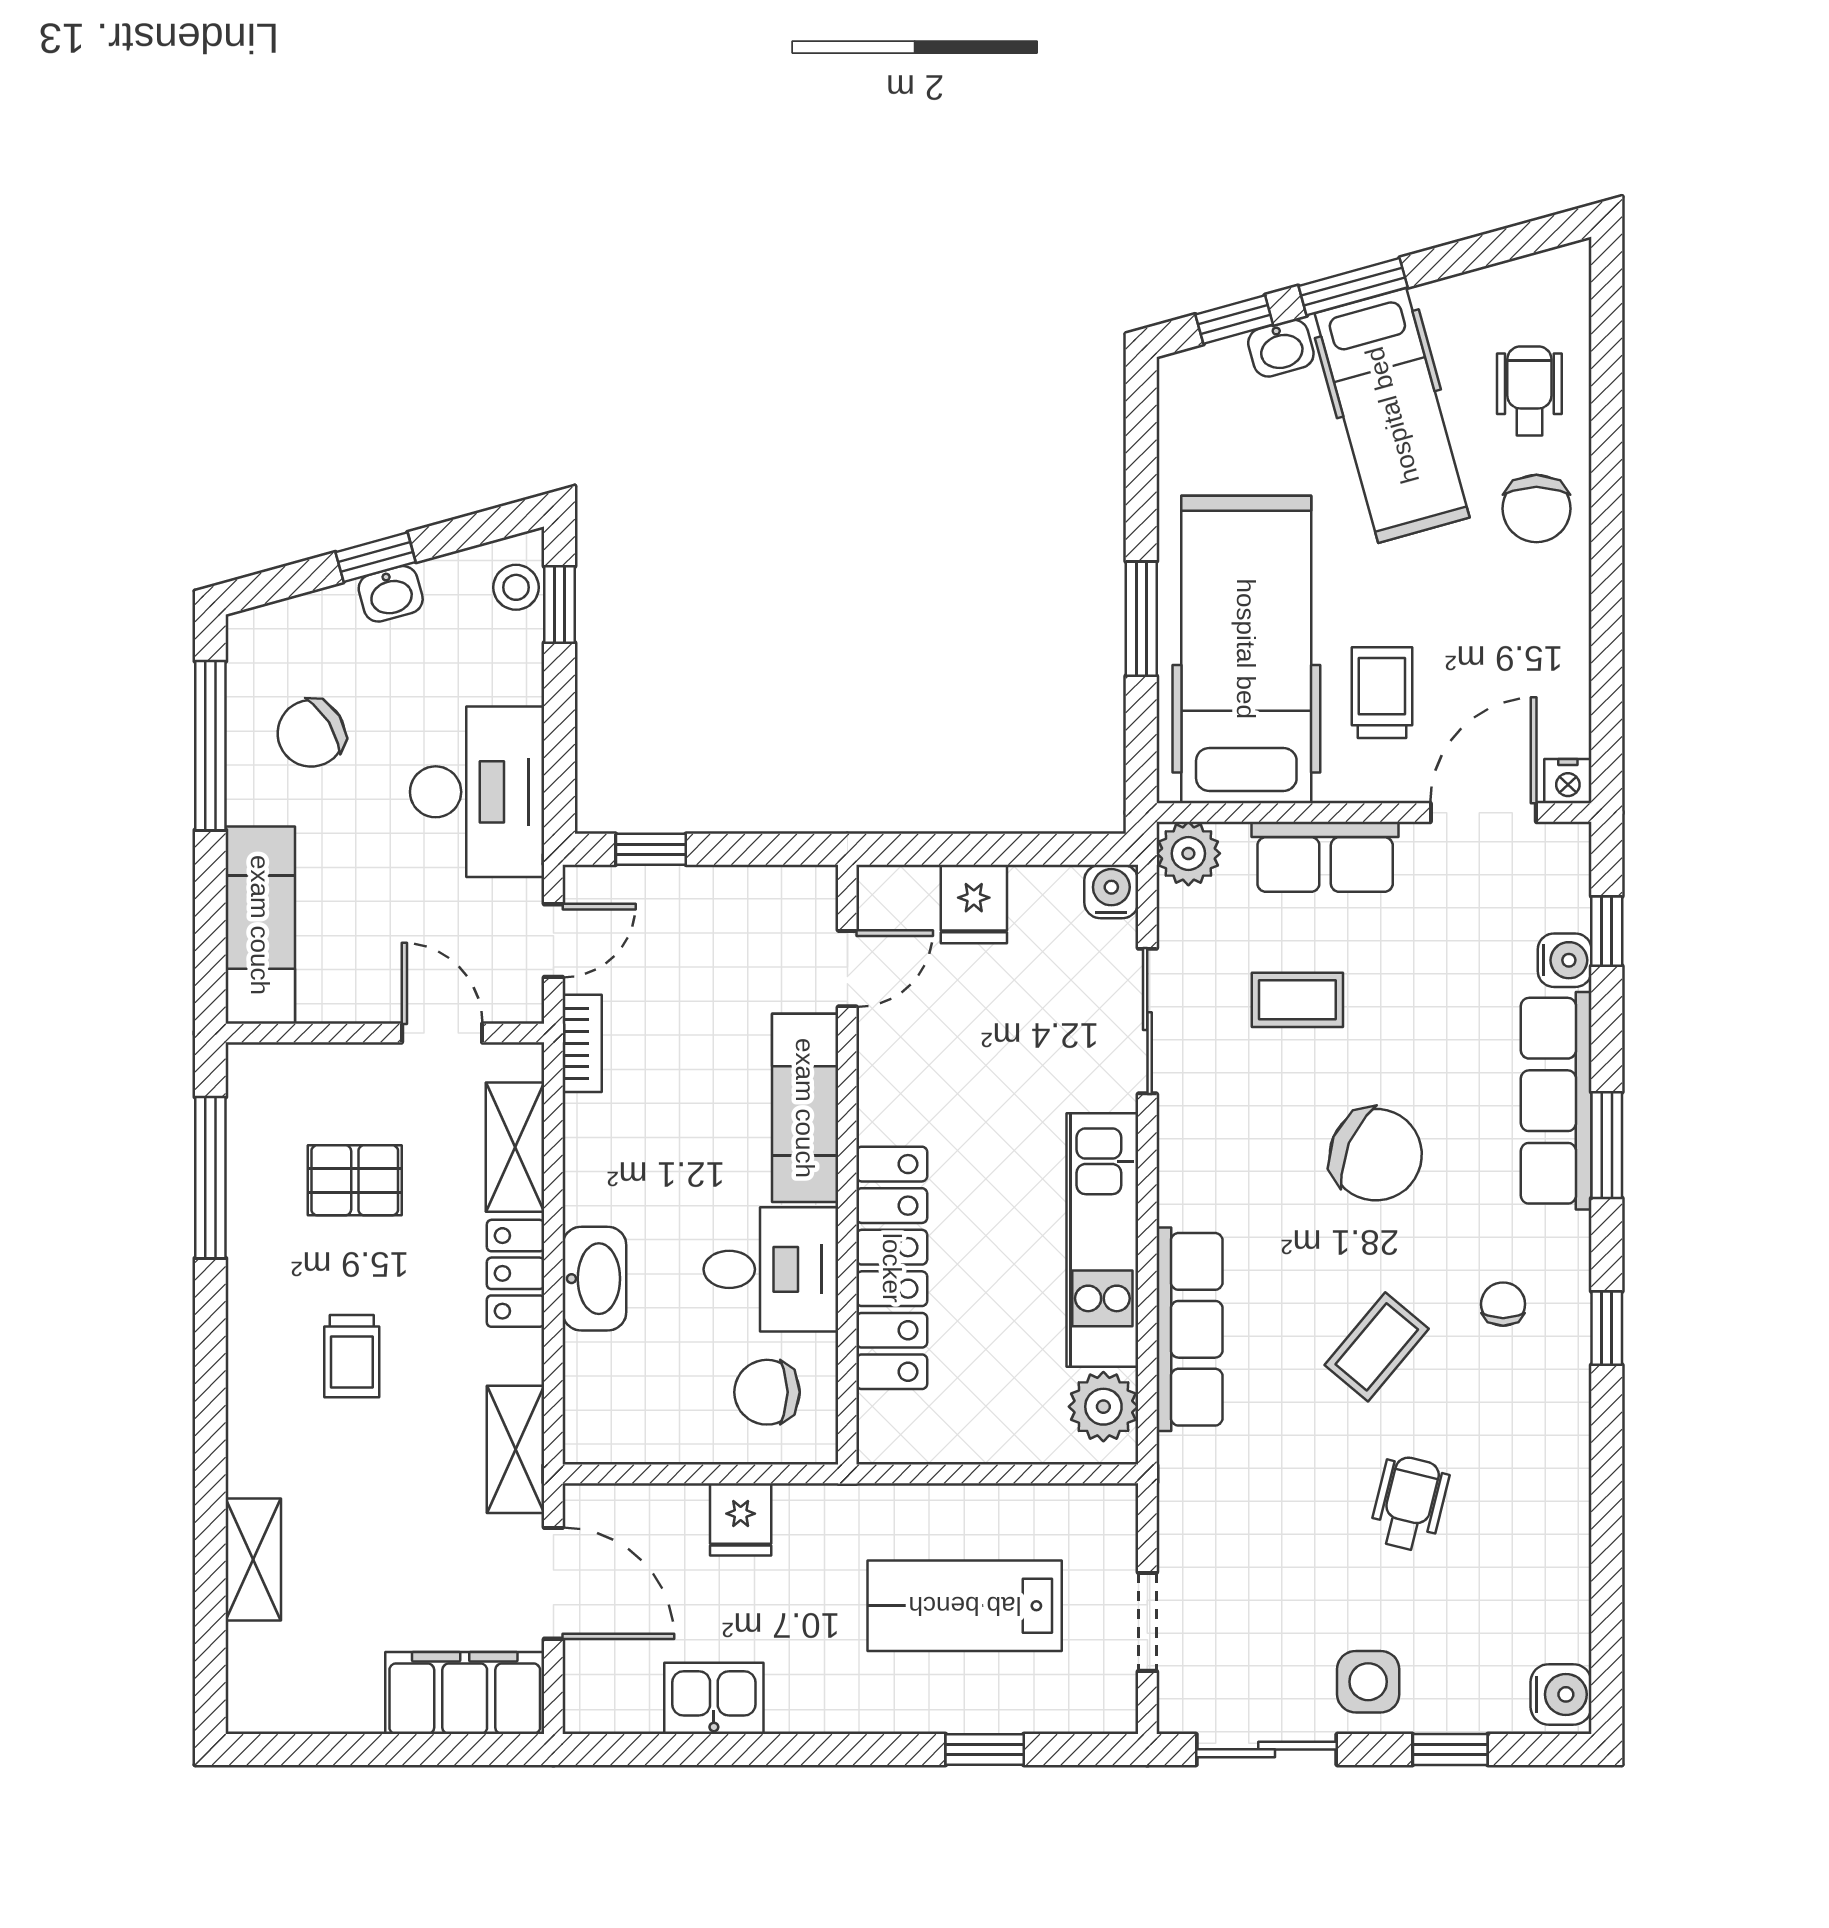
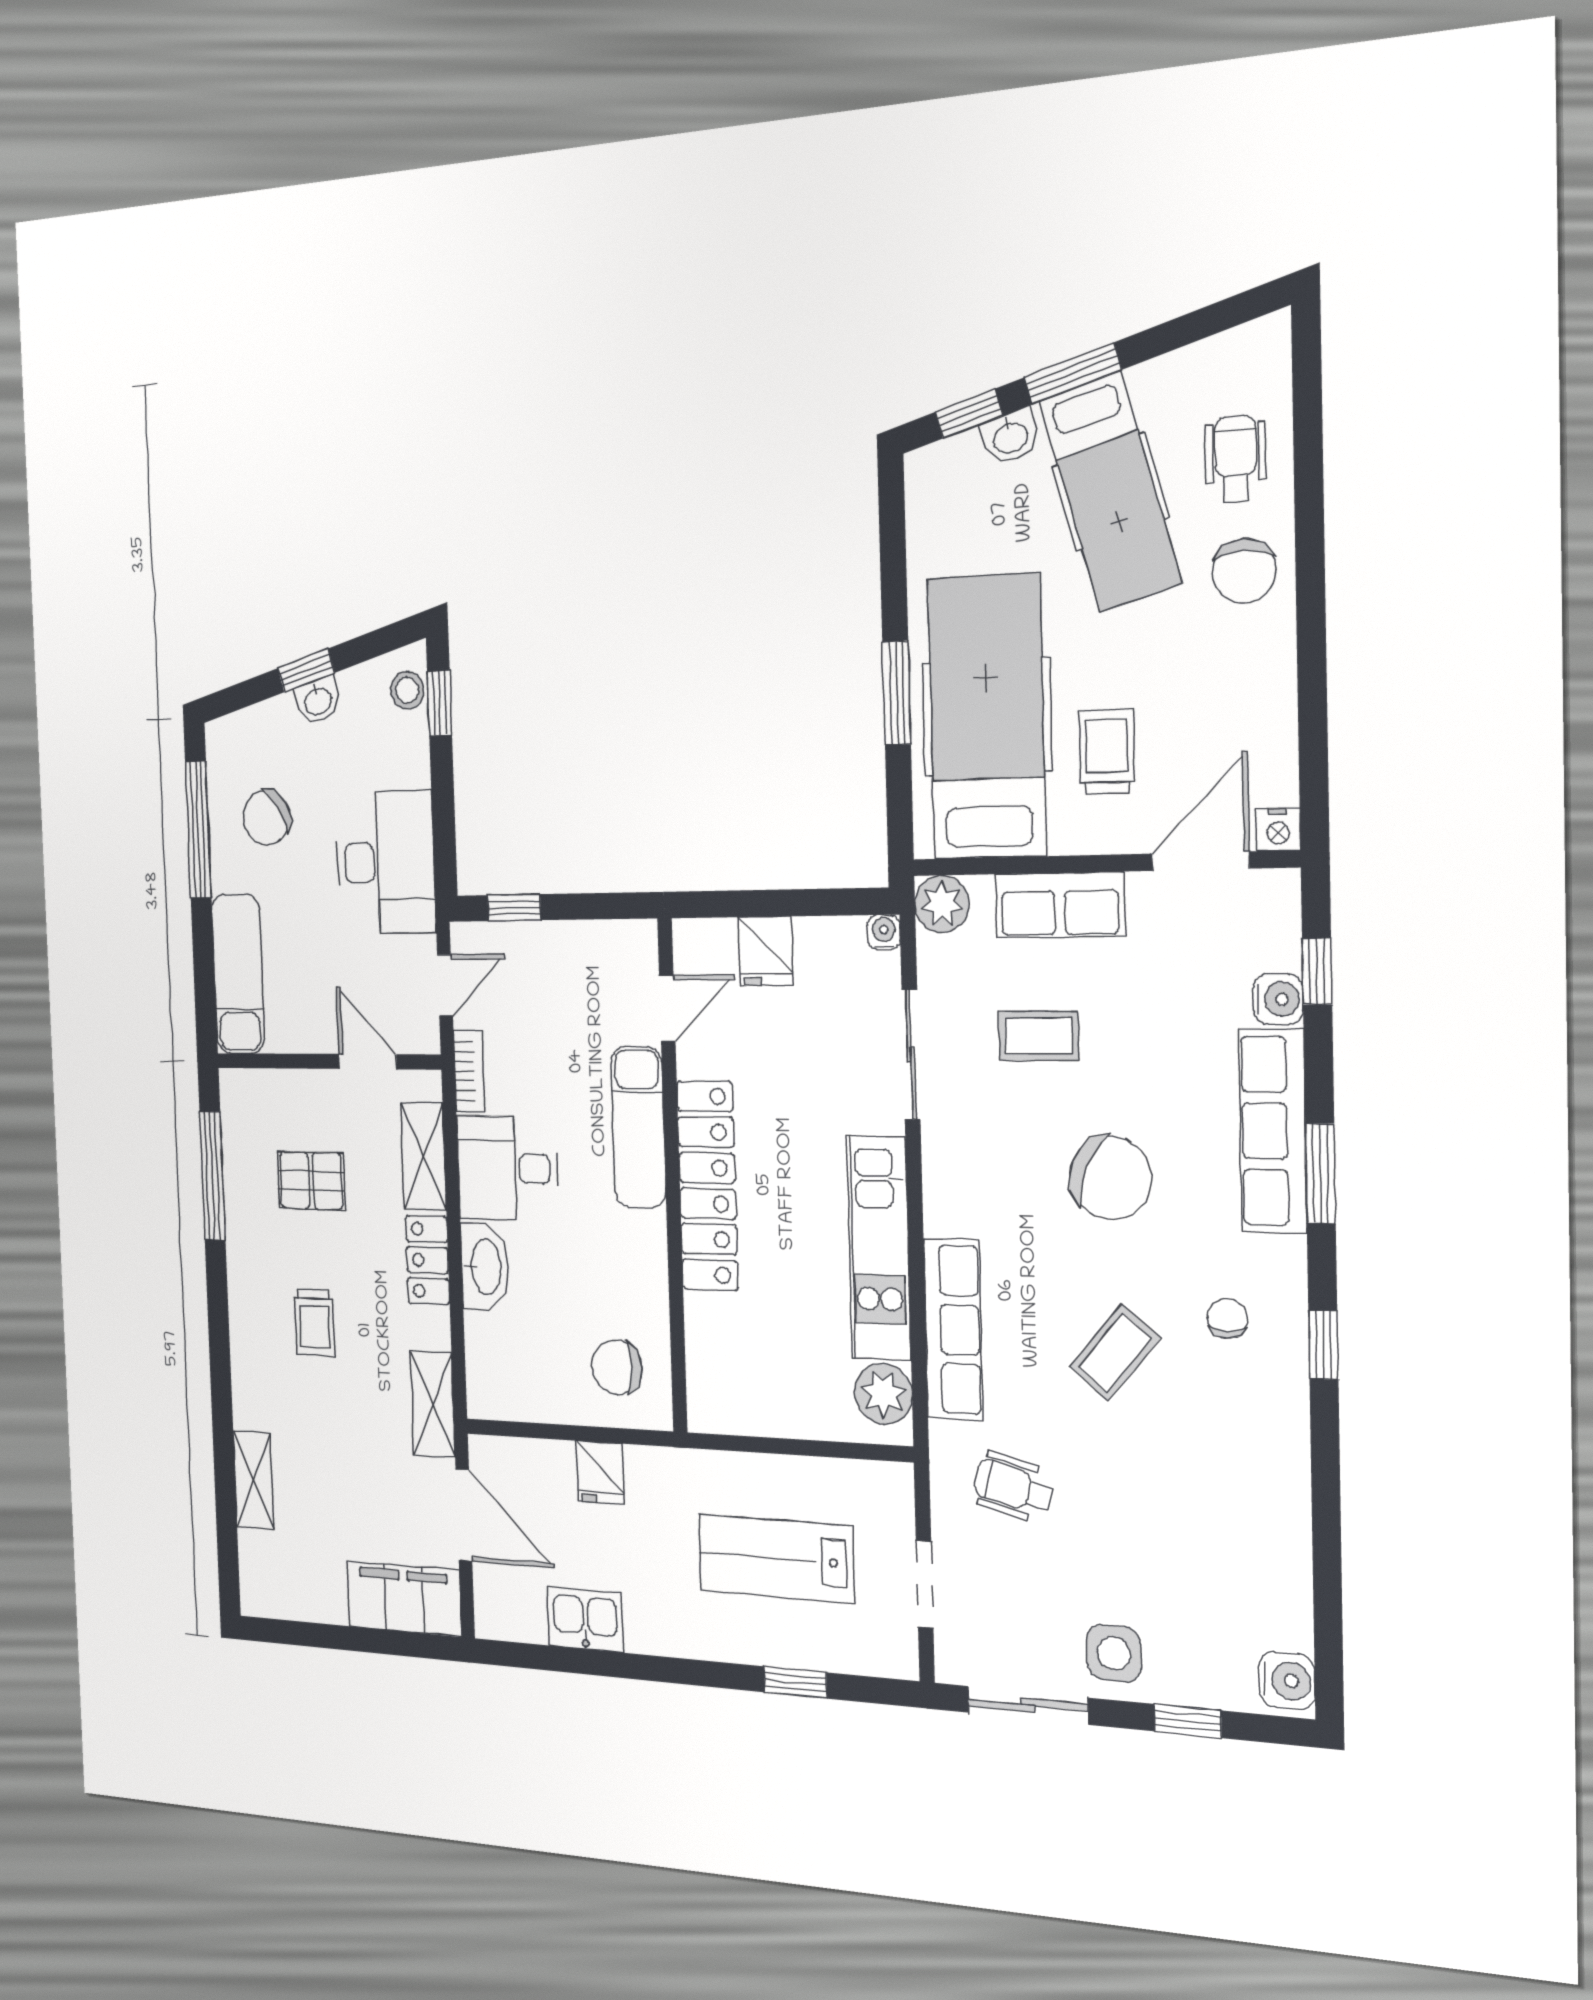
water cooler: (1111, 891) -> (884, 932), width x0.72, depth x0.72
locker: (892, 1268) -> (707, 1186), moved
desk: (771, 1269) -> (507, 1168), moved, turned 180
wheelchair: (1409, 1503) -> (1014, 1487), moved, turned -90

